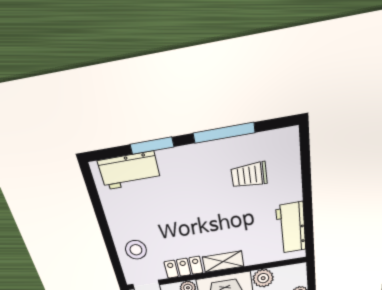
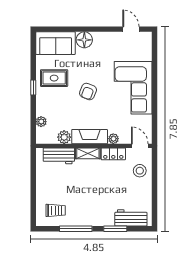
trolley: (249, 175) -> (56, 210), moved
workbench: (291, 228) -> (59, 156), moved, turned 90

